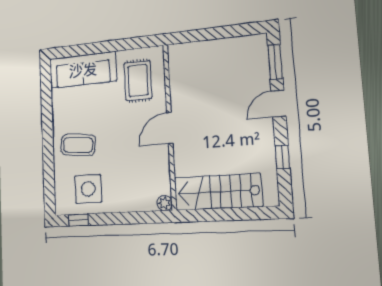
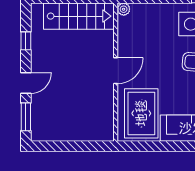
rug: (138, 81) -> (141, 113), width x1.36, depth x1.43

